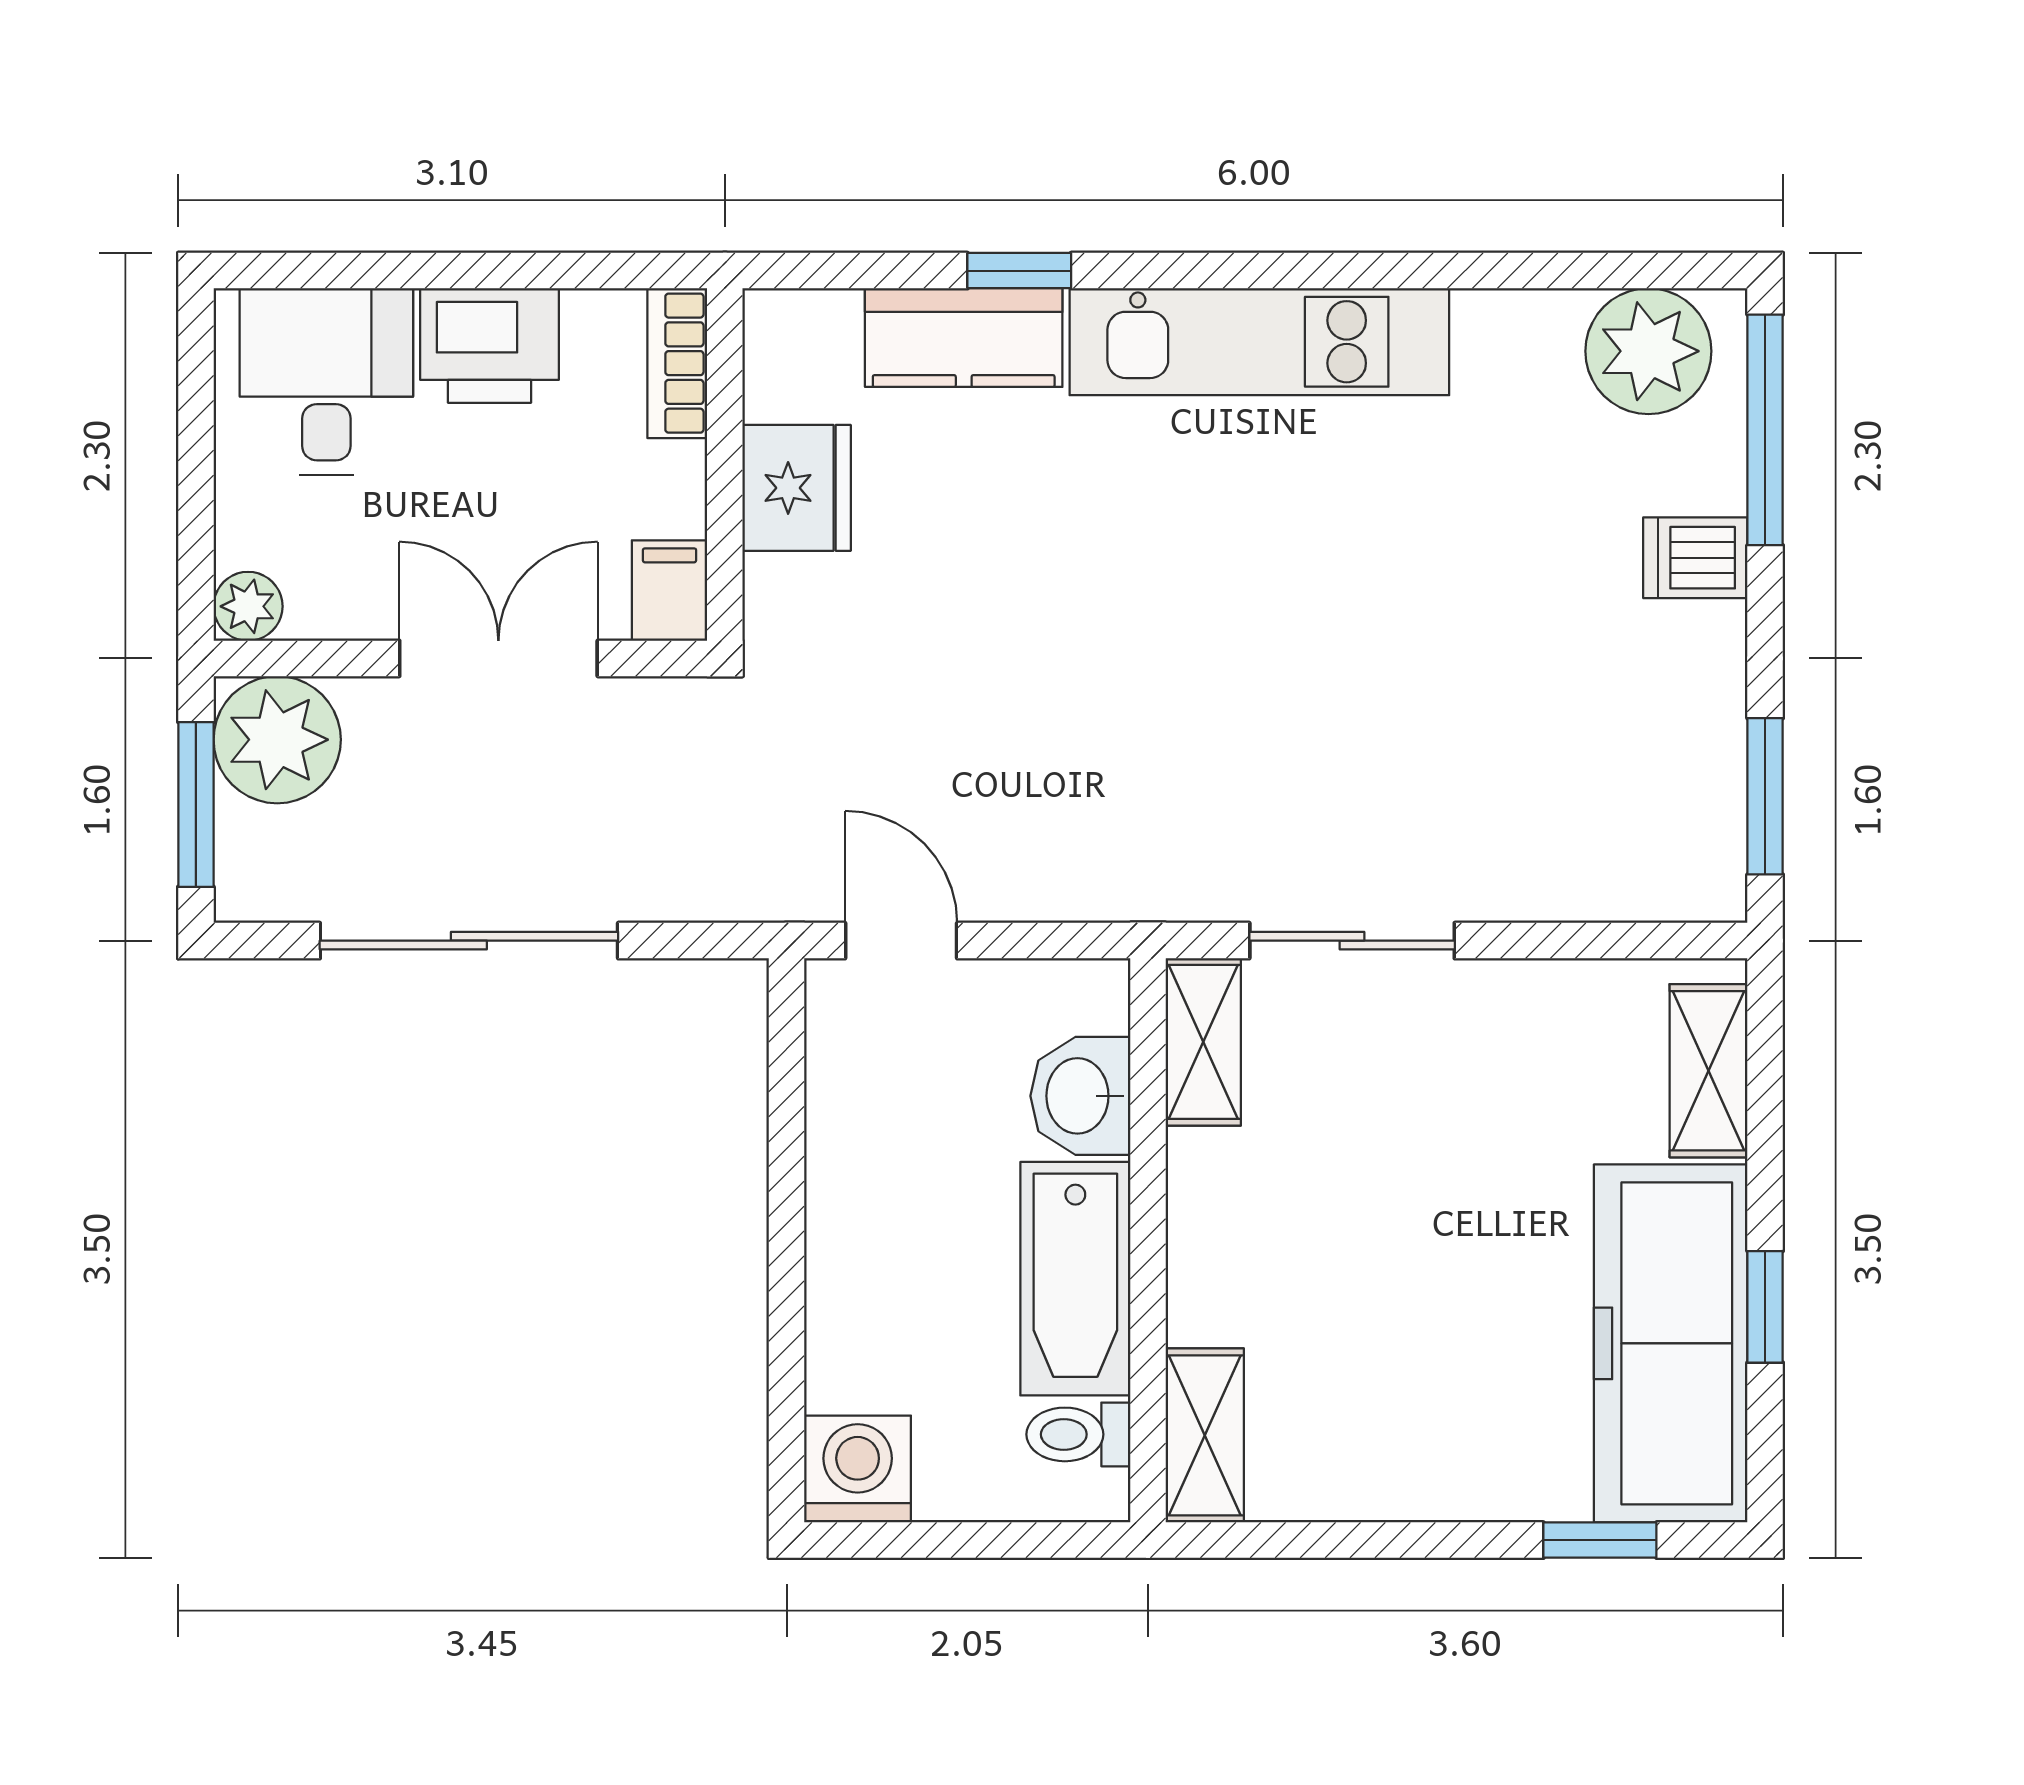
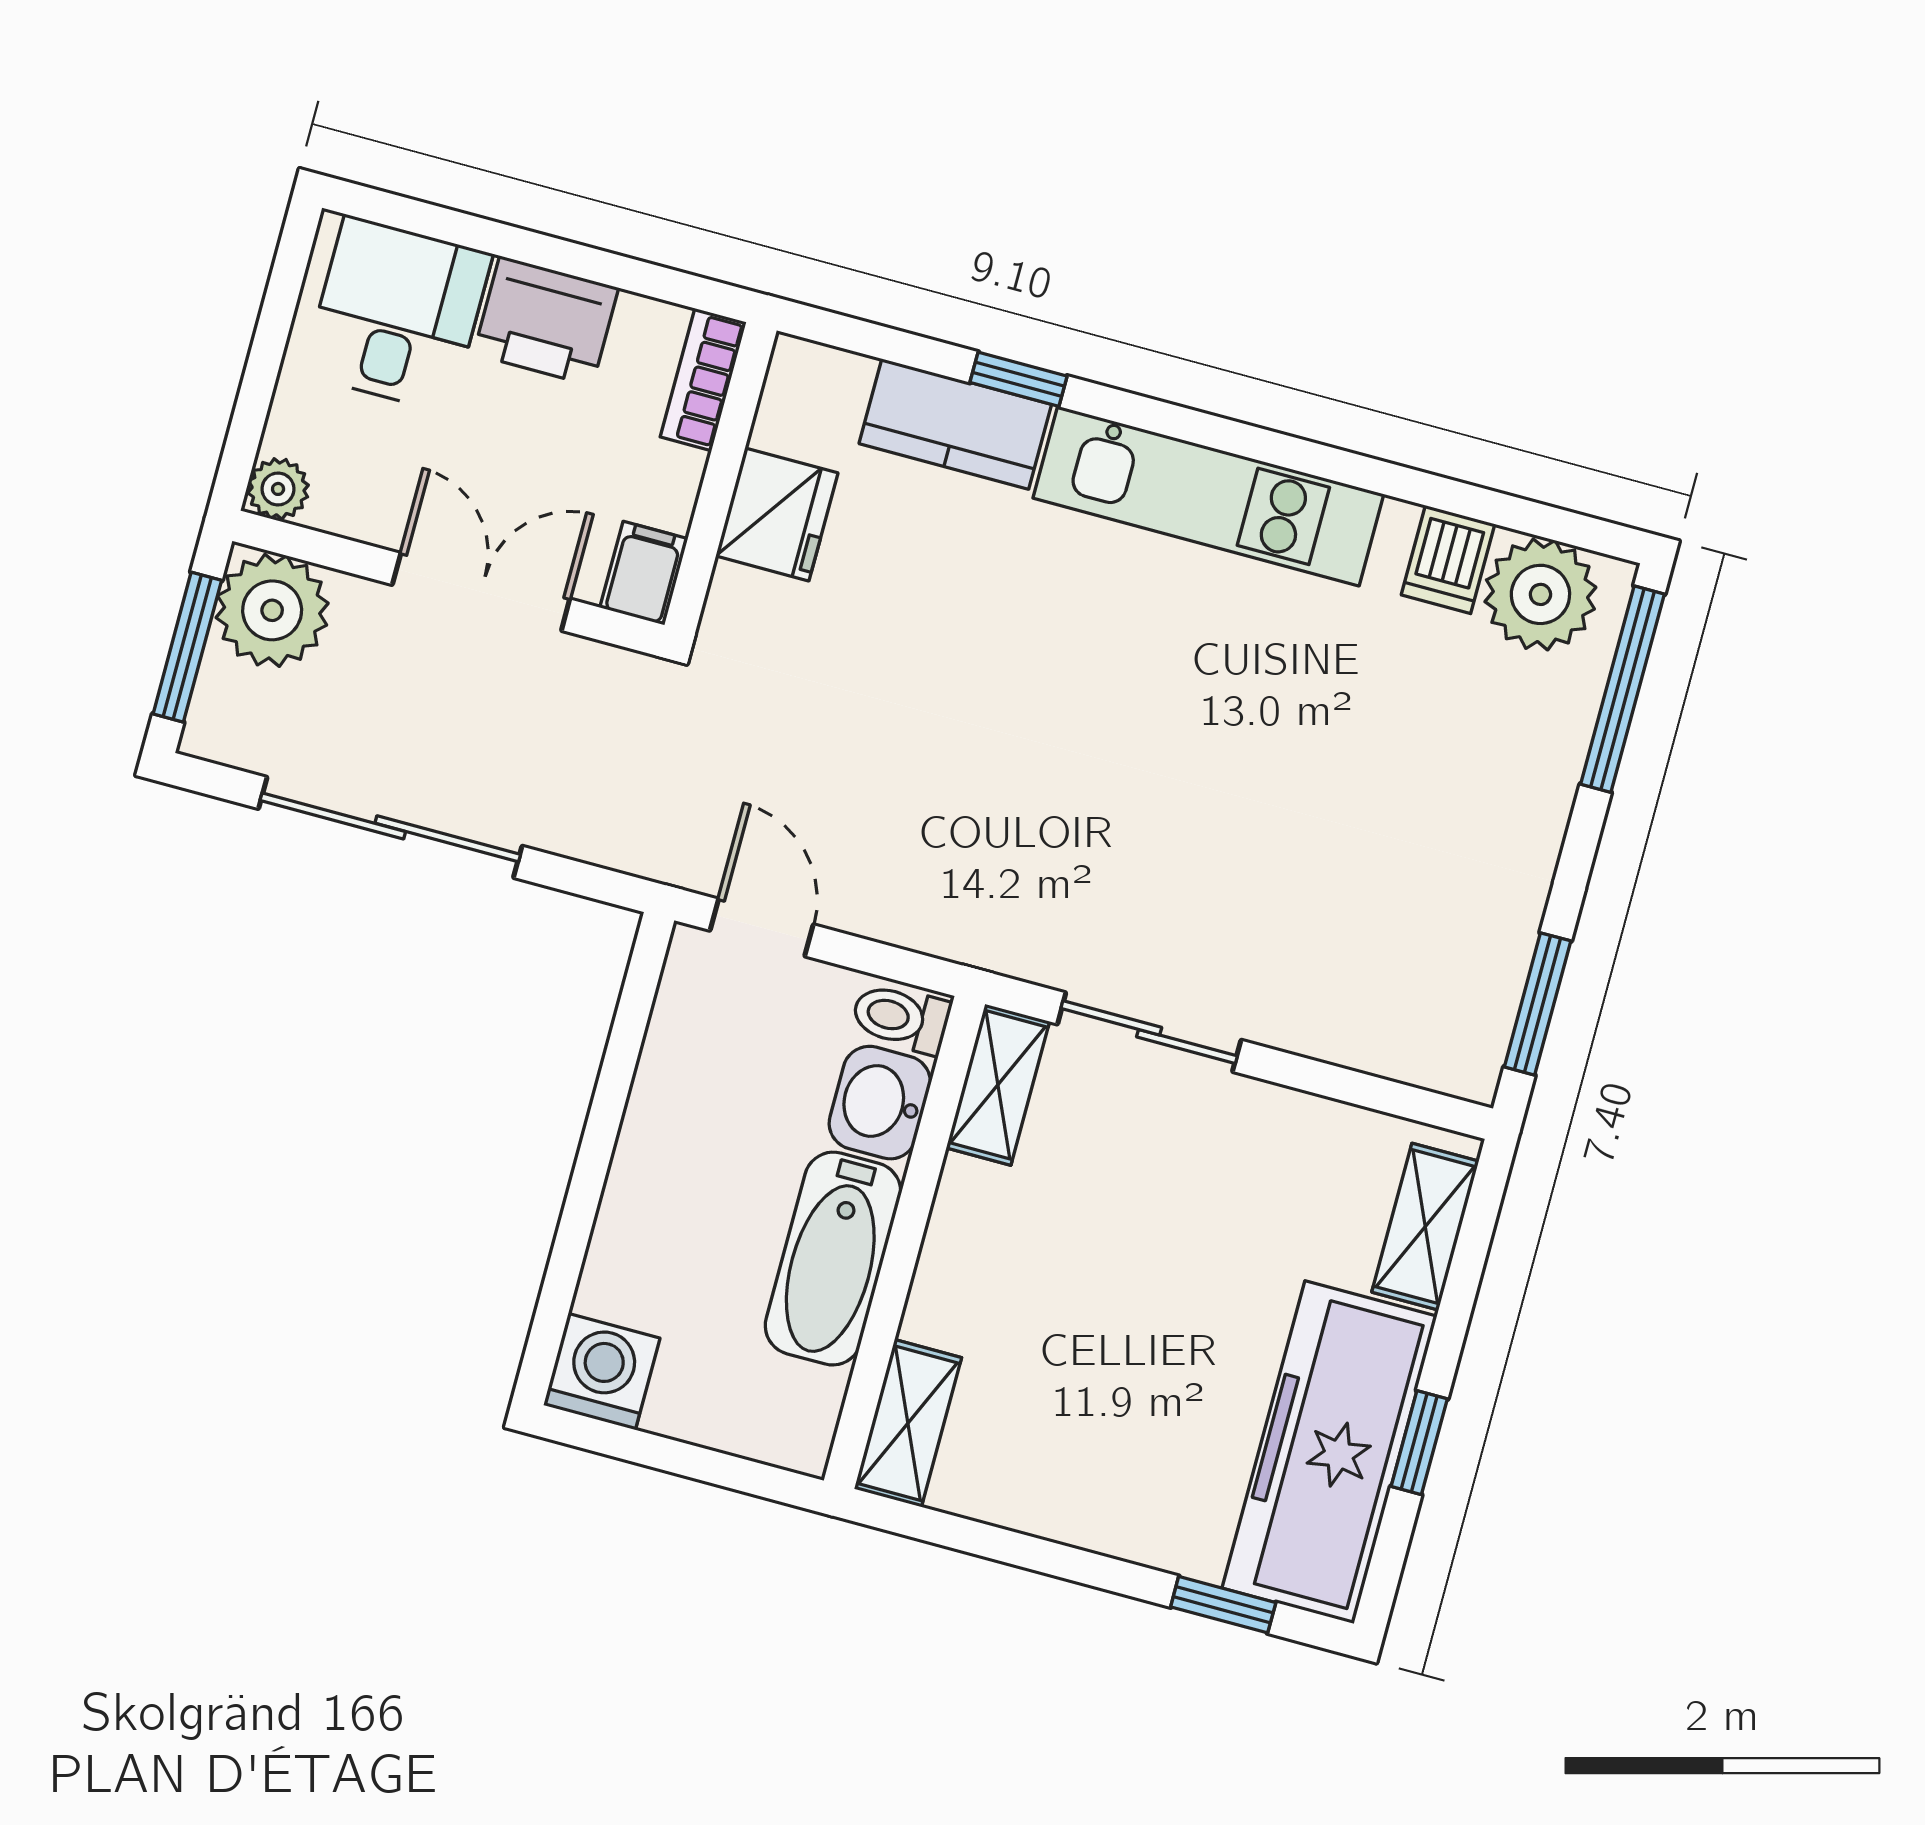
dishwasher: (1695, 558) -> (1448, 559), moved, turned -90
toilet: (1078, 1434) -> (901, 1018), moved

